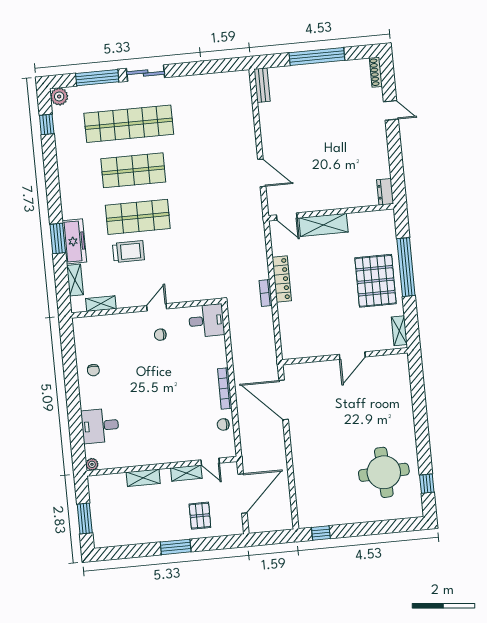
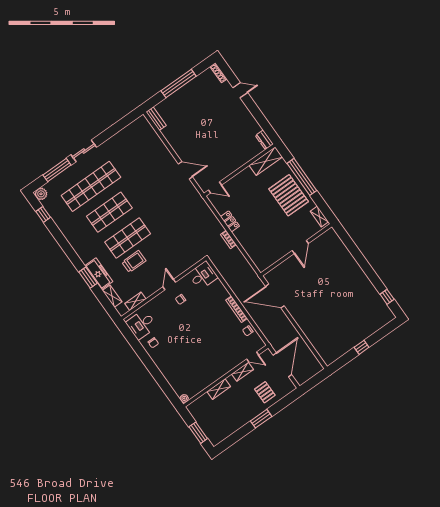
shelving: (323, 225) -> (266, 161), moved
locker: (282, 279) -> (230, 221), width x0.66
desk: (100, 426) -> (141, 324), moved
round table: (384, 472) -> (358, 305), removed
window: (321, 533) -> (362, 347), moved

